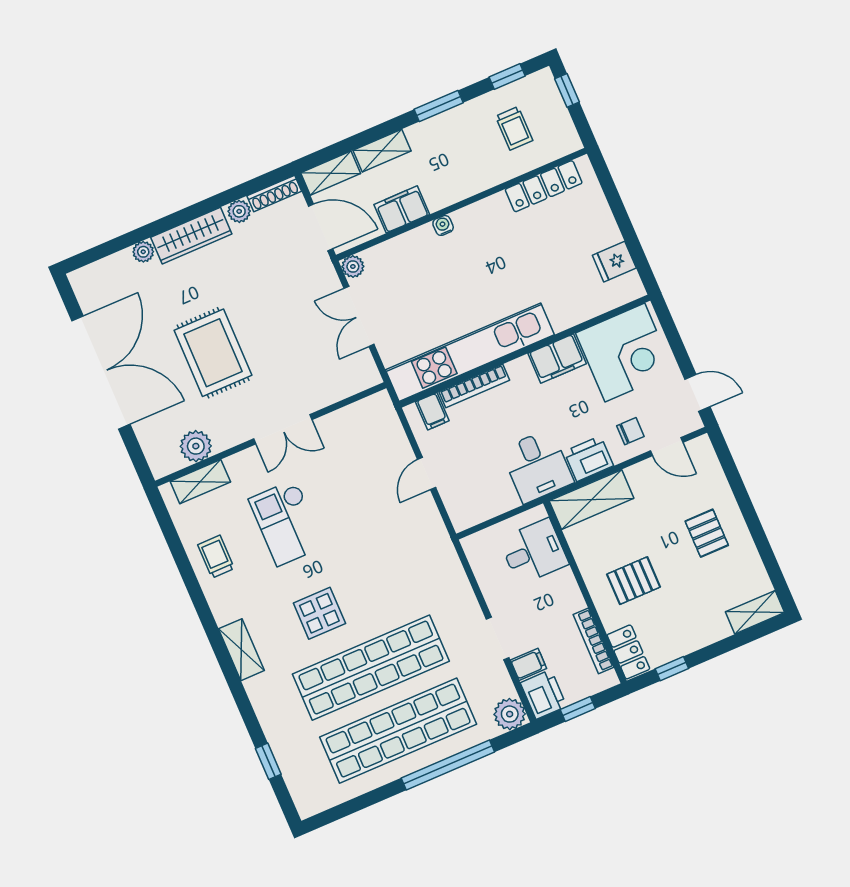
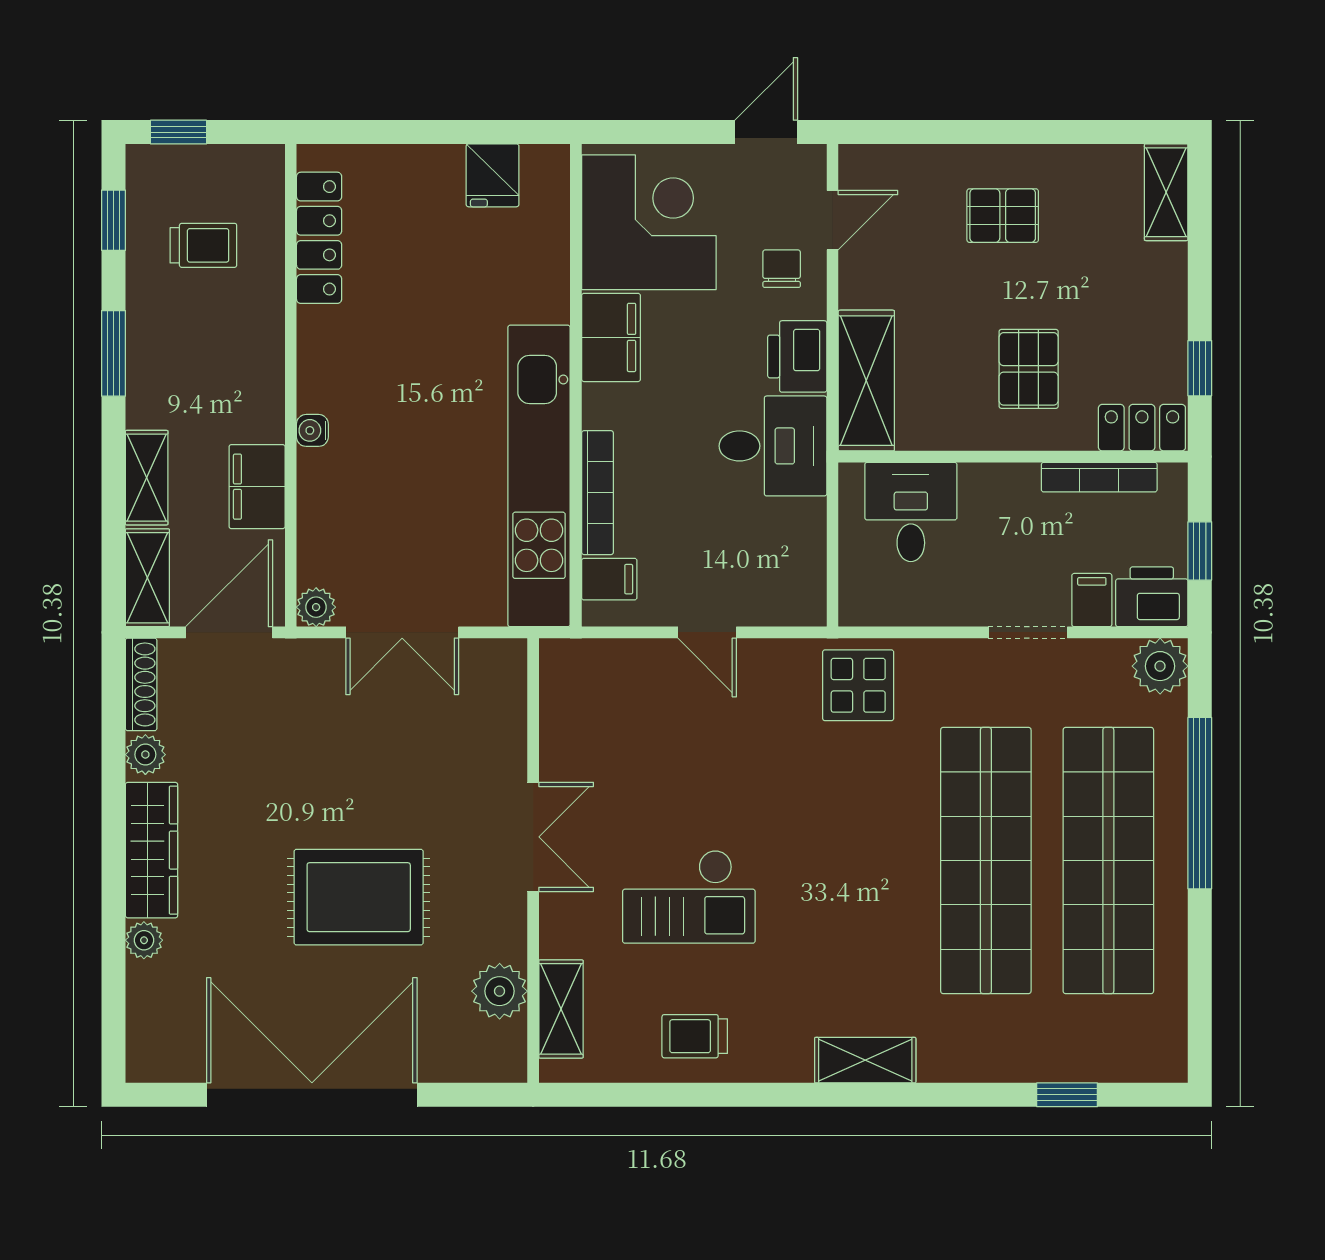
display table: (319, 613) -> (858, 685), moved

